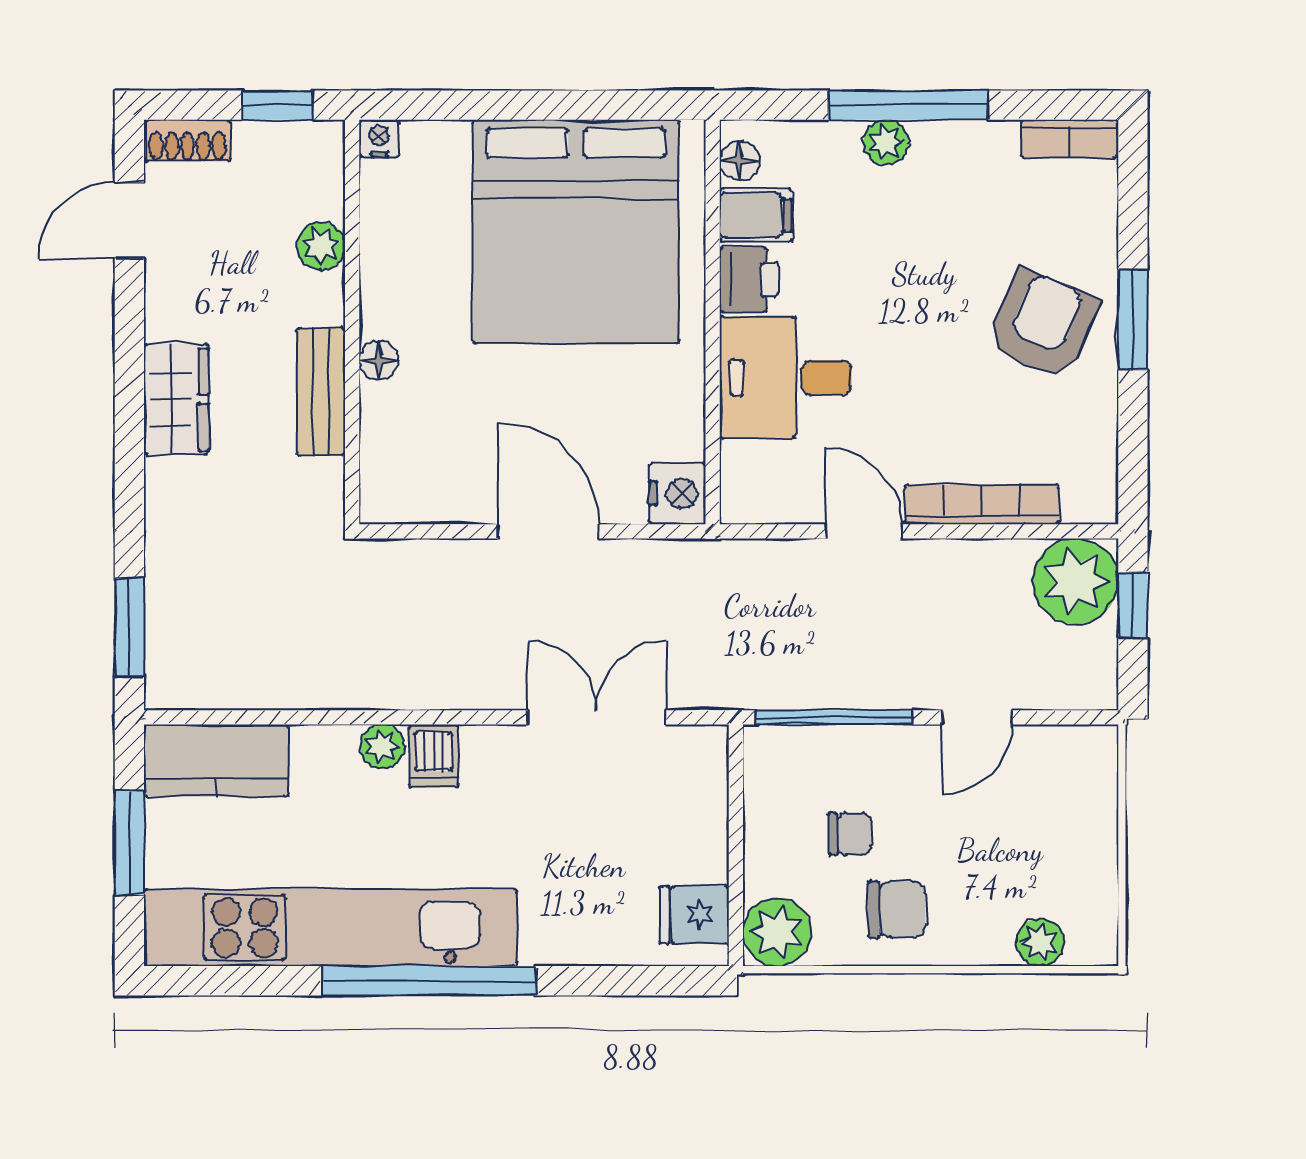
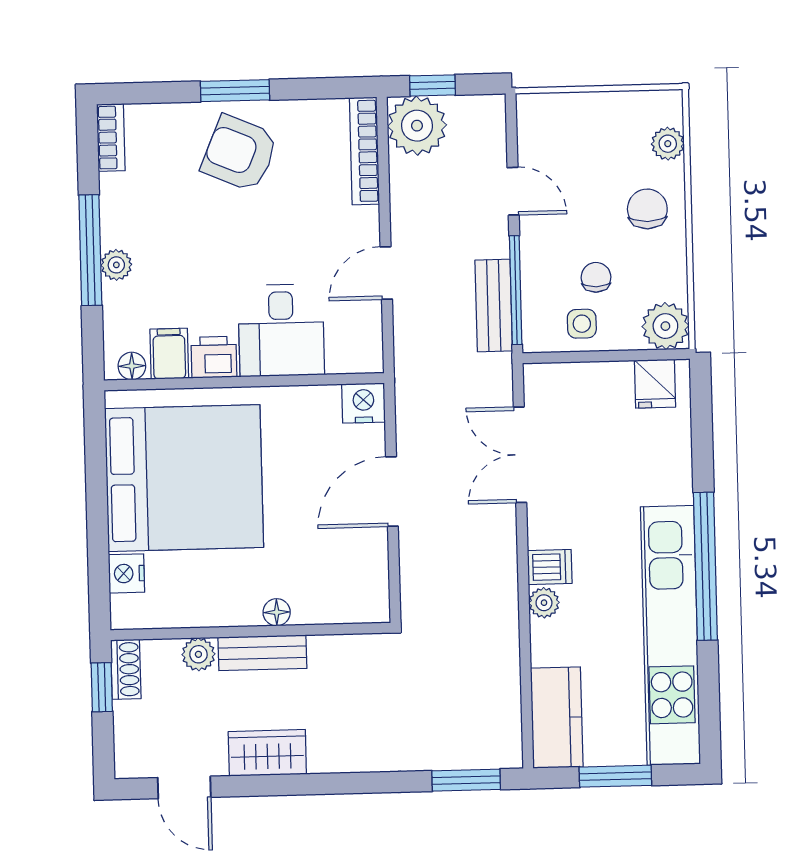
nightstand: (379, 139) -> (126, 573), moved, width x1.39, depth x1.35
shoe rack: (187, 141) -> (126, 669), moved
bench: (321, 392) -> (262, 653), moved
wardrobe: (176, 399) -> (267, 753), moved
bookcase: (982, 505) -> (365, 151), moved
bench: (813, 685) -> (494, 305), added
side table: (784, 811) -> (582, 324), added
chair: (897, 909) -> (647, 209), moved

